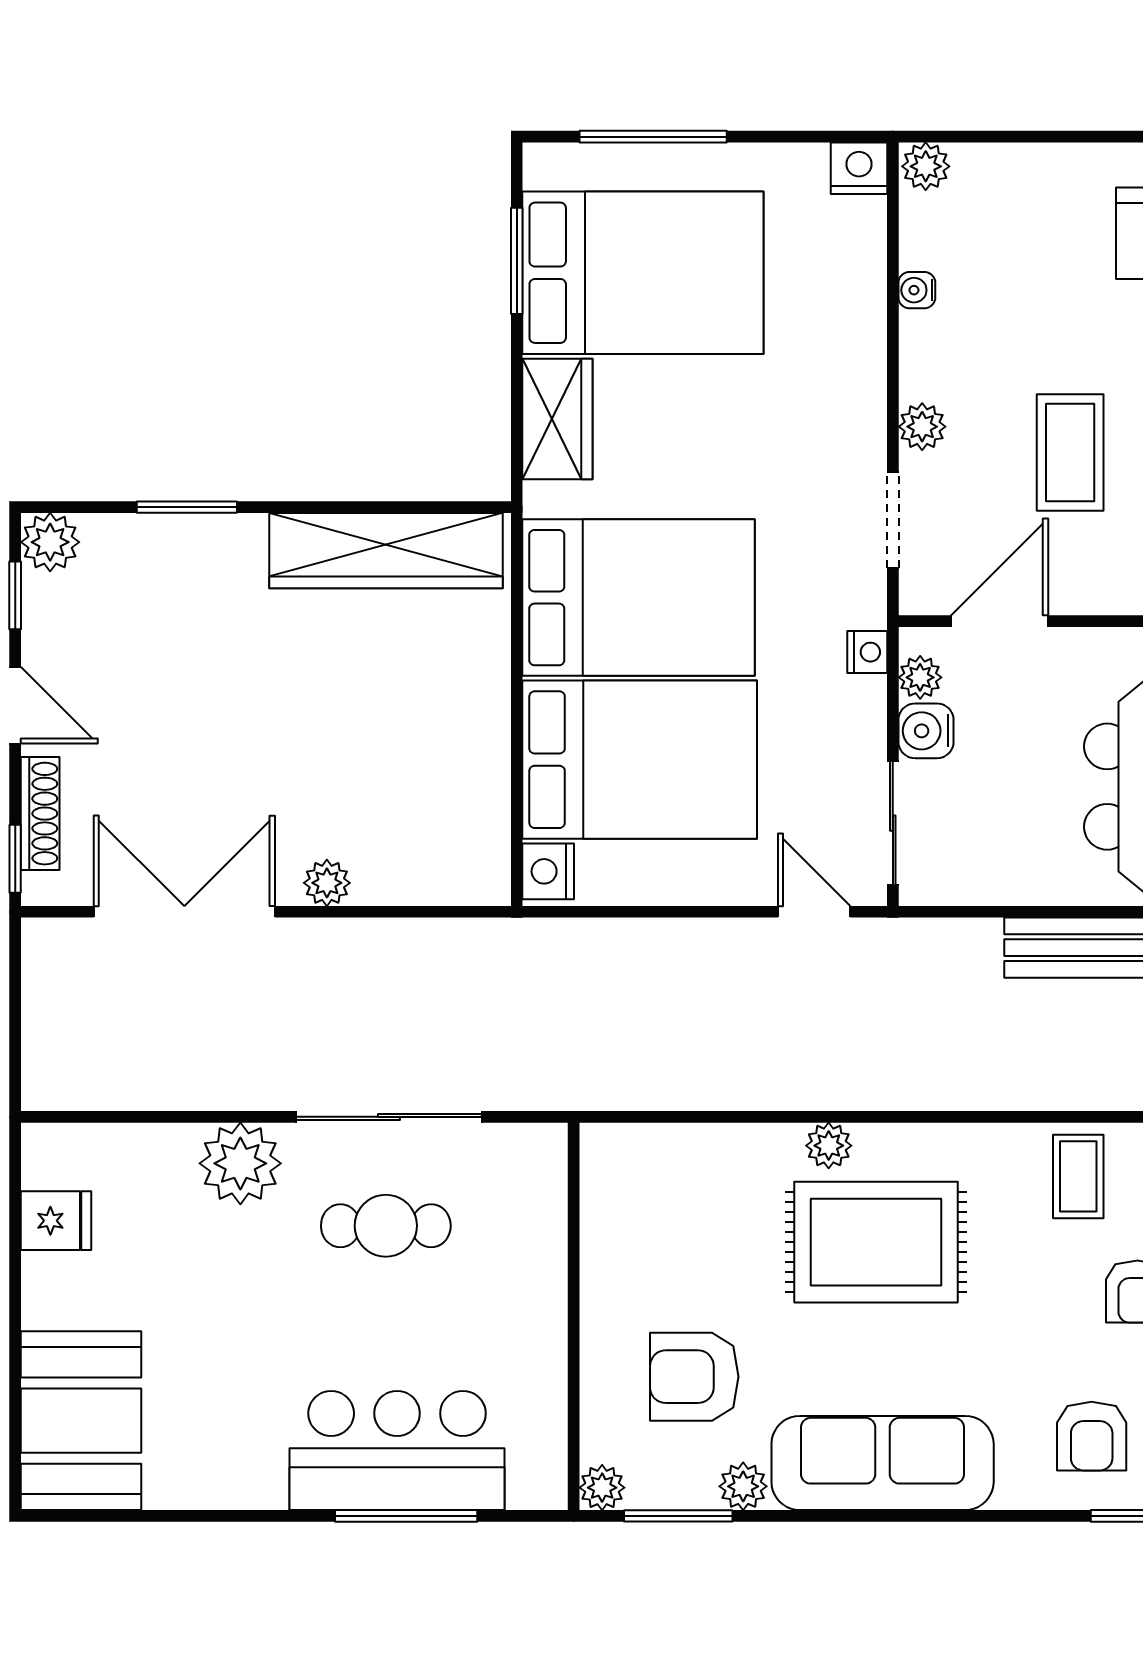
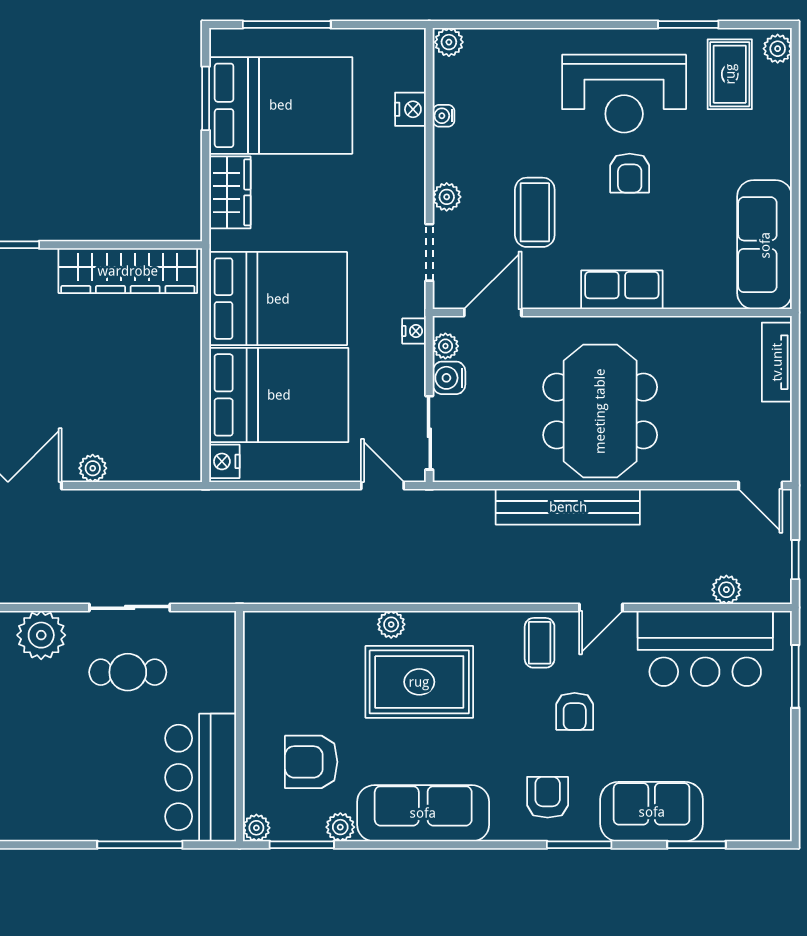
nightstand: (859, 168) -> (411, 109), moved, turned 90
sliding door: (389, 1117) -> (130, 607), width x0.73
armchair: (1092, 1436) -> (548, 797), turned 180
bar counter: (397, 1450) -> (201, 777), moved, turned -90

